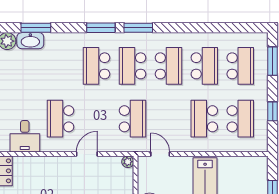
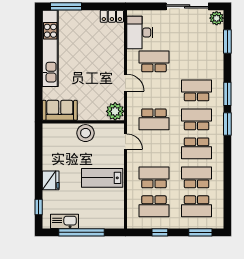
washbasin: (30, 41) -> (217, 37), removed
school desk: (204, 66) -> (197, 177), turned 180
desk: (25, 136) -> (140, 32), width x1.37
door: (160, 154) -> (125, 142), hinge flipped
plant: (128, 162) -> (115, 111), width x1.88, depth x1.88

